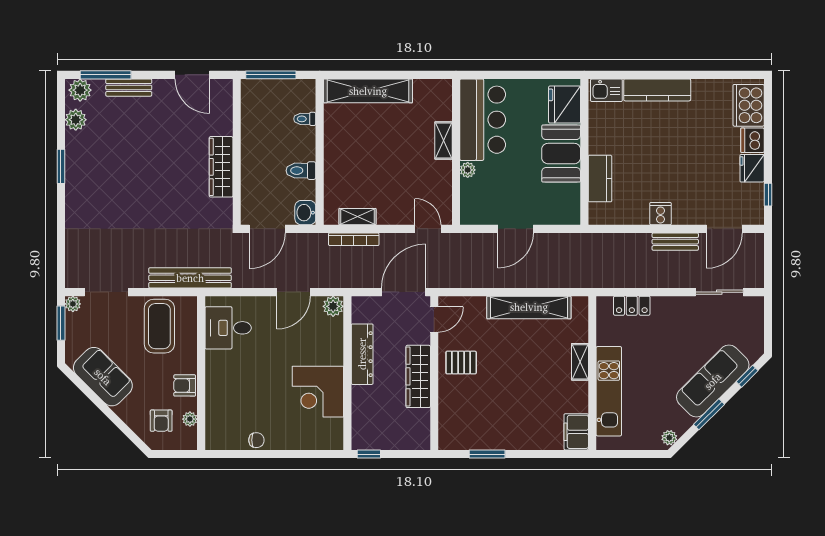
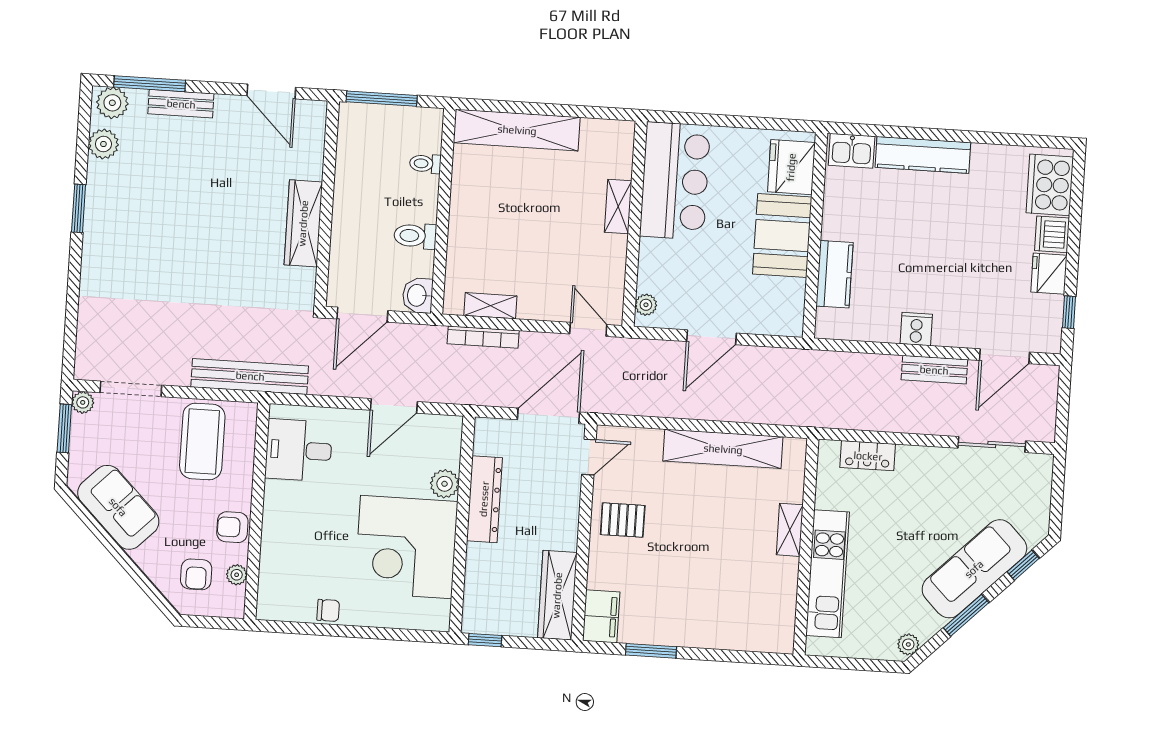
plant: (468, 170) -> (646, 305), moved
plant: (333, 306) -> (445, 484), moved
wardrobe: (418, 376) -> (557, 595), moved
corner desk: (318, 392) -> (406, 547), width x1.36, depth x1.36
filing cabinet: (576, 432) -> (601, 616), moved, turned 180

